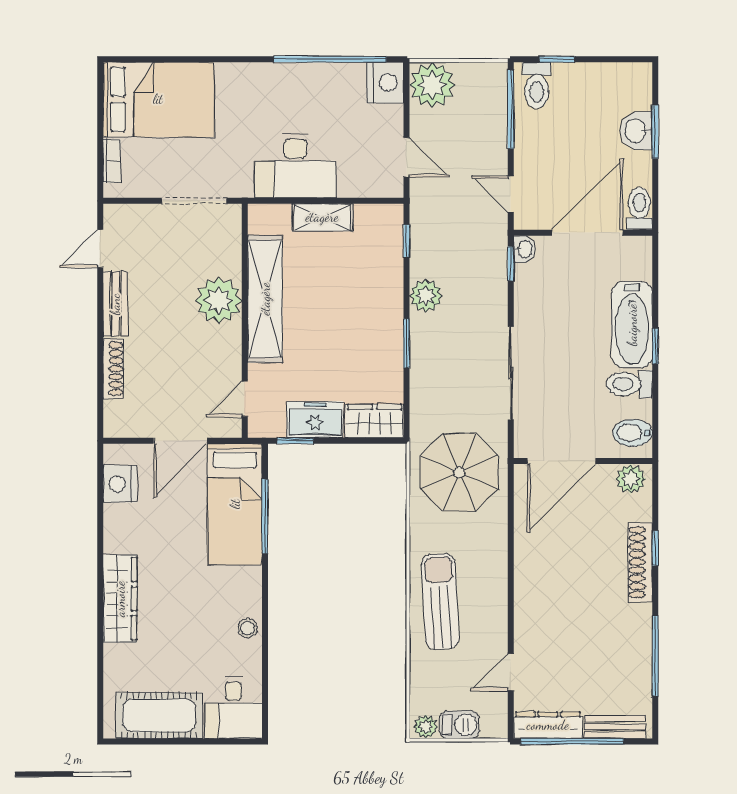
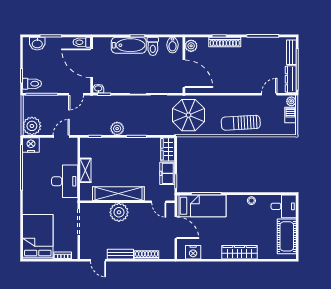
washbasin: (636, 131) -> (37, 44), moved
door: (511, 672) -> (269, 94), swing flipped
plant: (426, 727) -> (291, 101), moved

